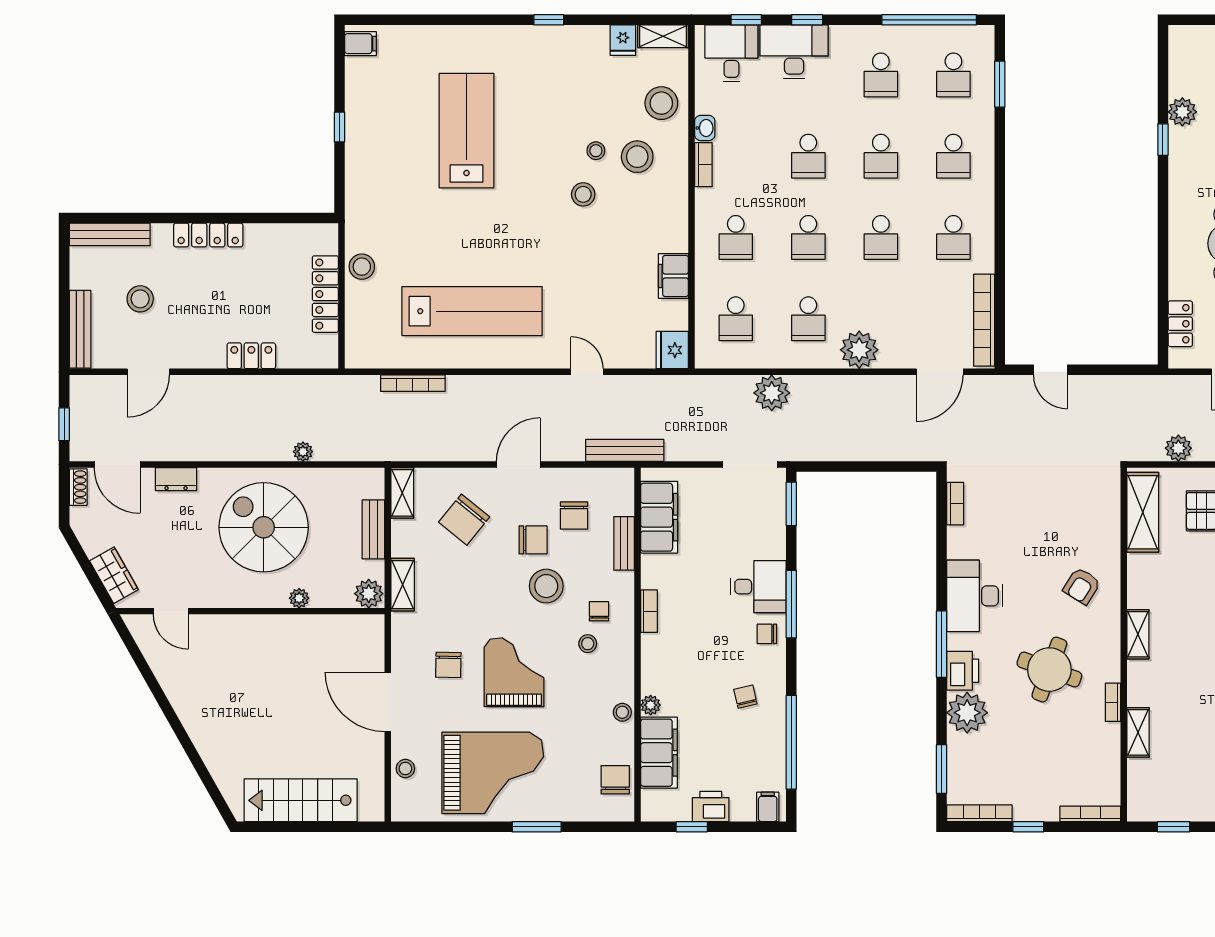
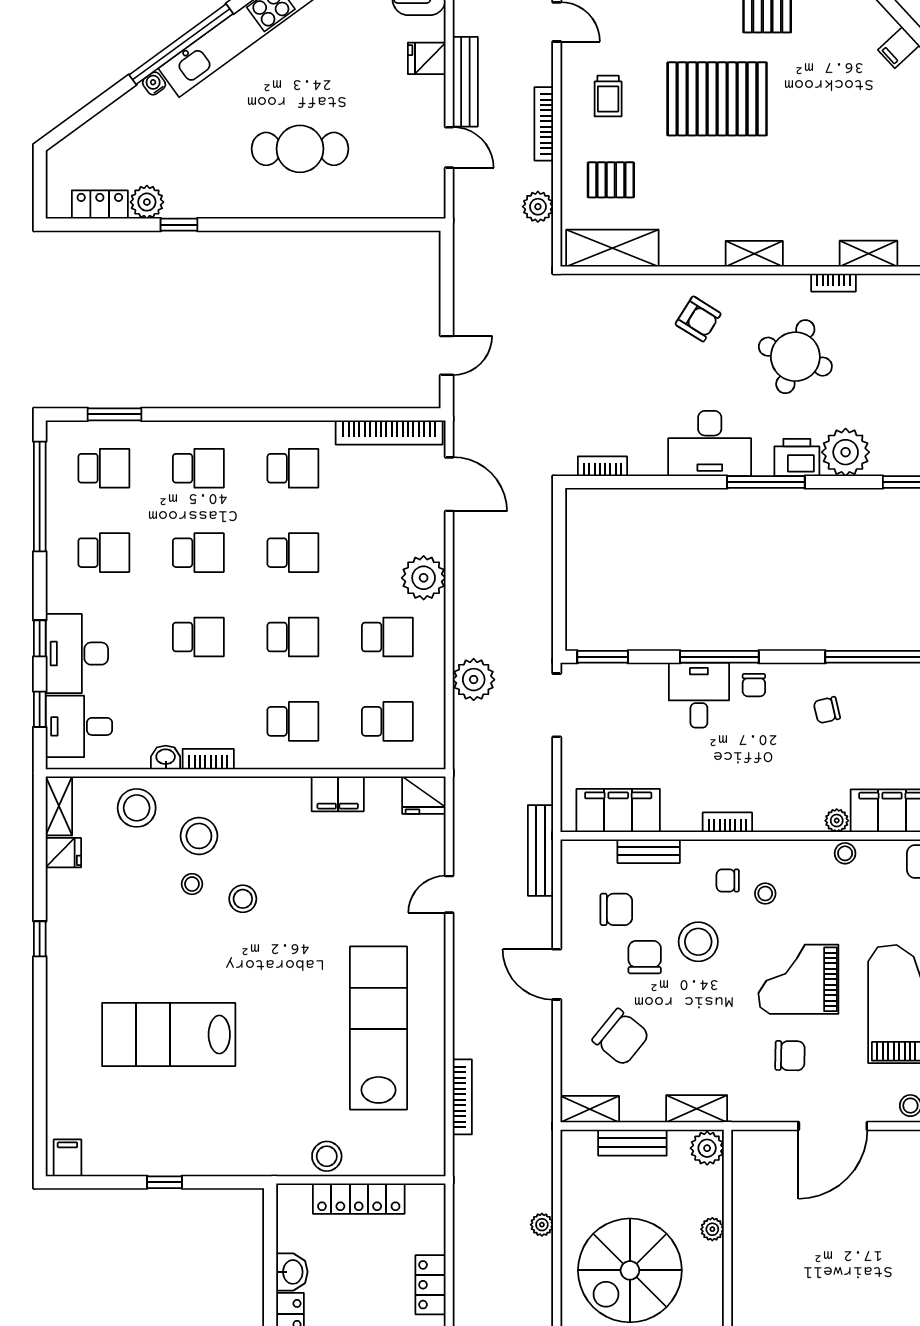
washbasin: (262, 237) -> (292, 1272), added
locker: (1180, 324) -> (100, 204), moved

